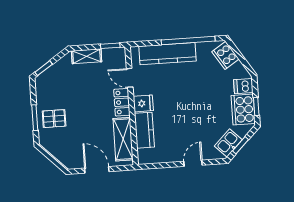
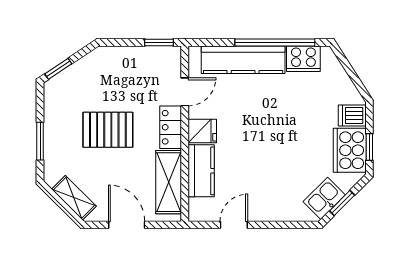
cooker: (225, 55) -> (303, 59), moved, turned -57
shelving: (87, 56) -> (74, 198), moved, turned 45
door: (130, 78) -> (185, 92), swing flipped
pallet: (54, 119) -> (108, 130), moved, width x1.50, depth x1.42
door: (193, 163) -> (234, 225), moved

